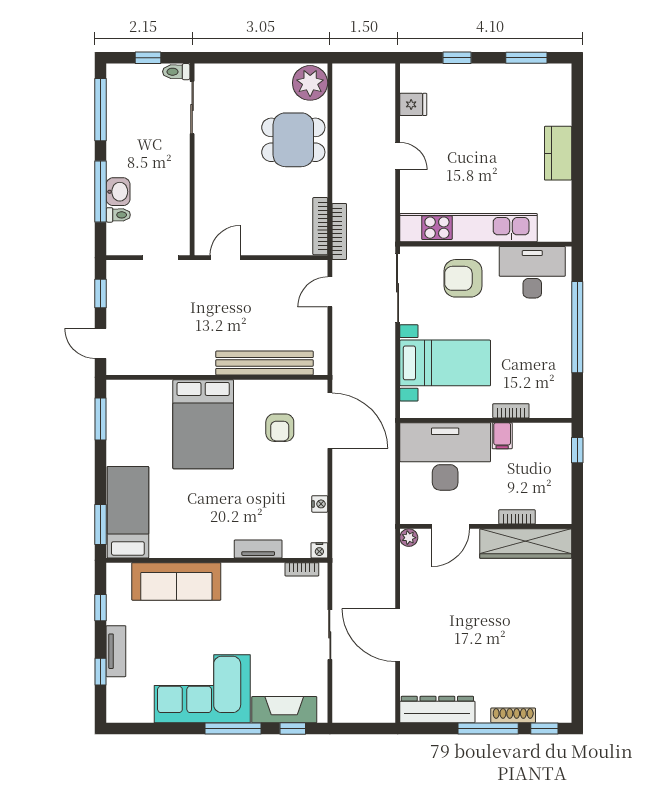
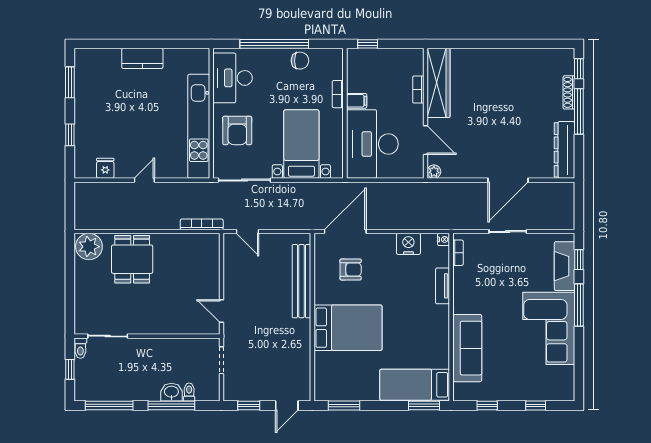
bookcase: (320, 226) -> (198, 239), removed
chair: (555, 361) -> (300, 61), added
nightstand: (320, 504) -> (408, 244), width x1.89, depth x1.79
tv unit: (116, 651) -> (520, 394), removed

